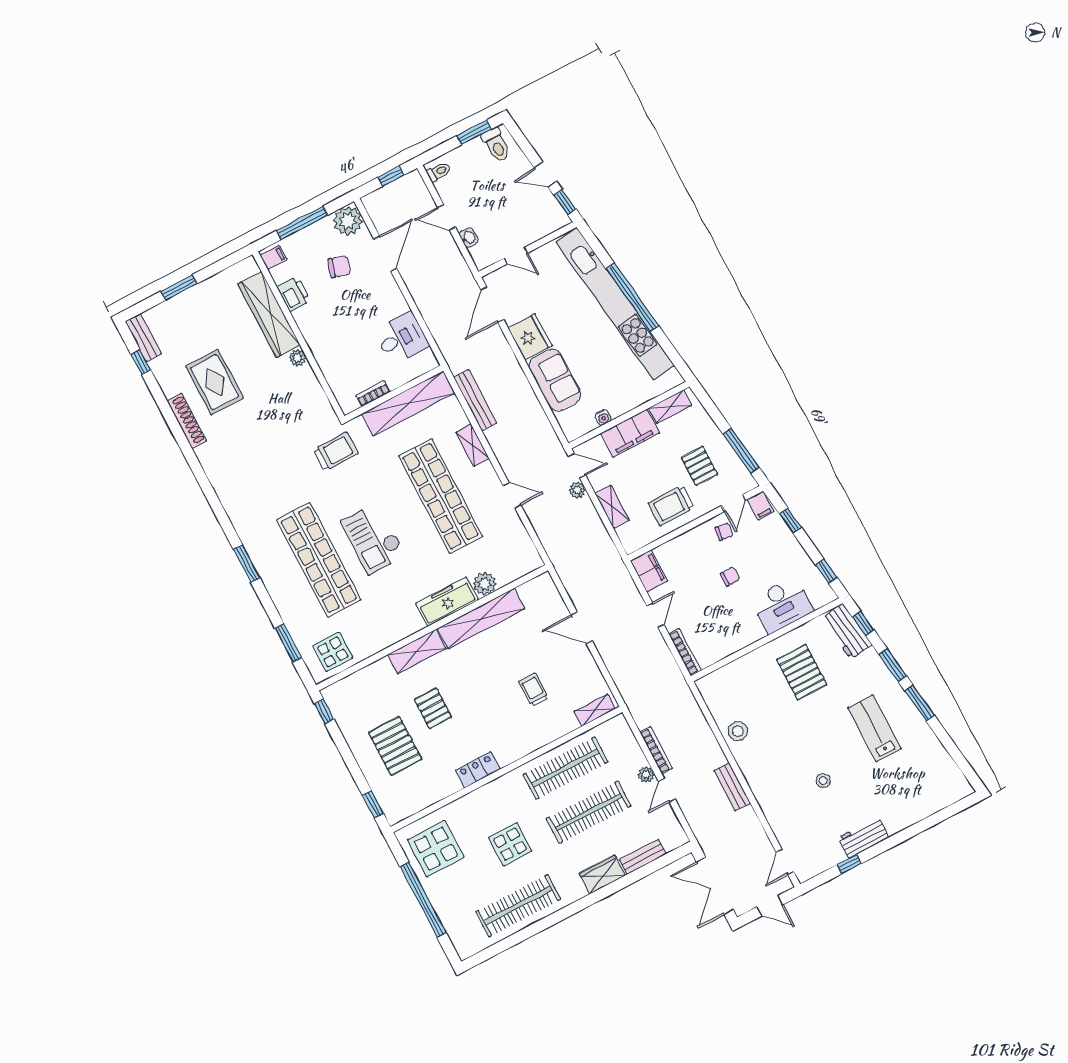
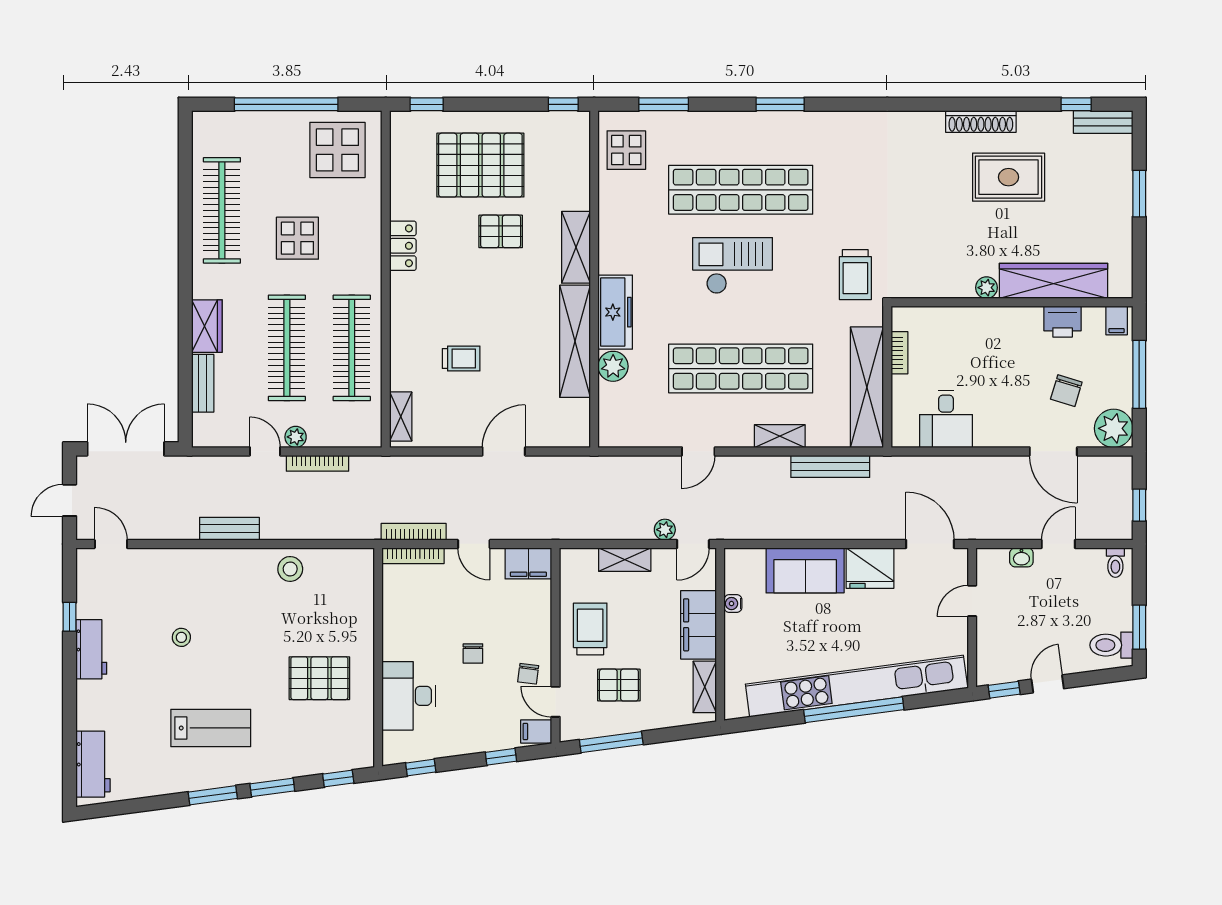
workbench: (847, 632) -> (93, 764), moved, turned 98
bookcase: (668, 660) -> (414, 532), added
pallet: (395, 746) -> (480, 165), width x1.37, depth x1.41

